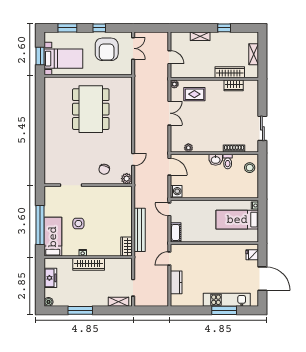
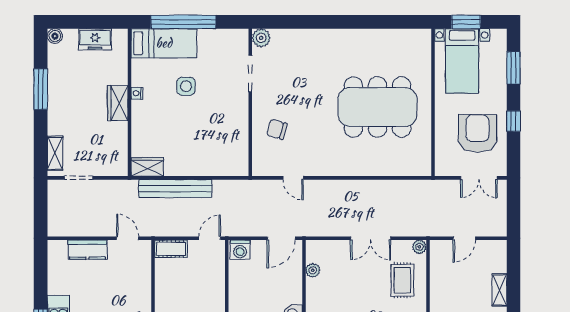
armchair: (107, 49) -> (478, 134), turned 90
plant: (127, 179) -> (261, 38), moved
wardrobe: (89, 264) -> (118, 103), width x0.67

